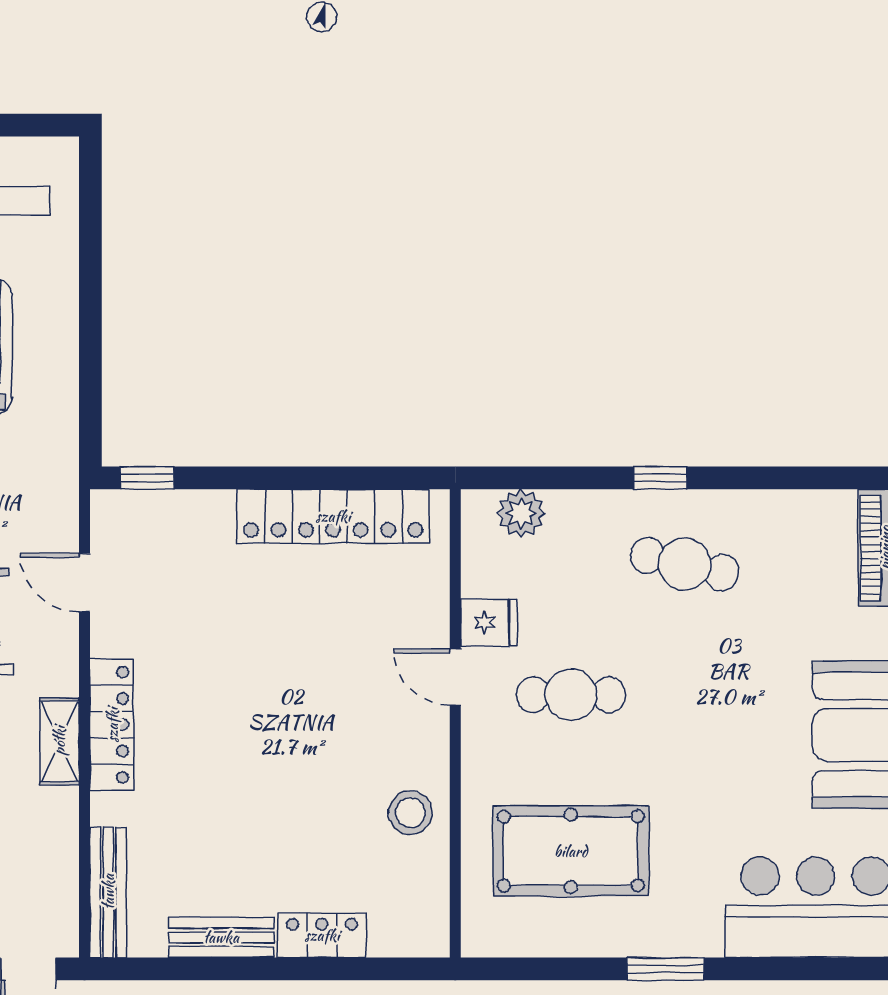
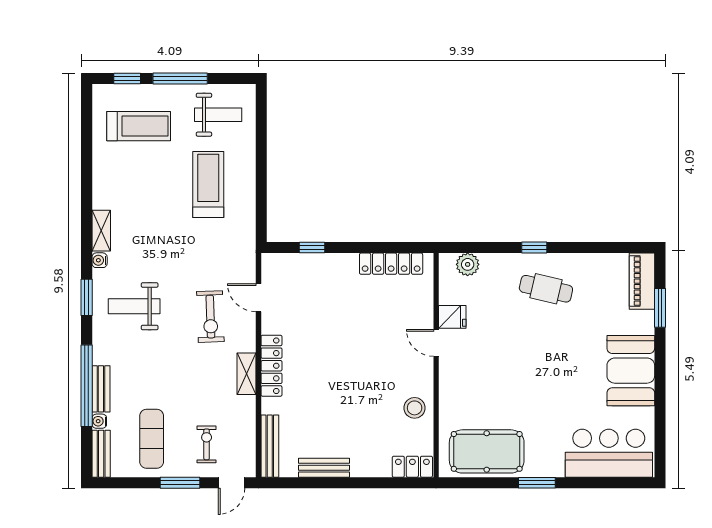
window: (147, 478) -> (312, 247), moved
locker: (333, 516) -> (391, 264), width x0.71, depth x0.83
cafe table: (571, 695) -> (492, 351), removed
pool table: (571, 851) -> (487, 451), moved
locker: (322, 935) -> (412, 467), moved

